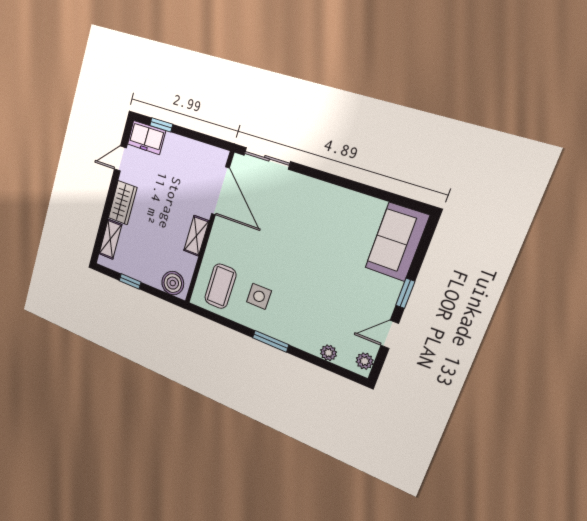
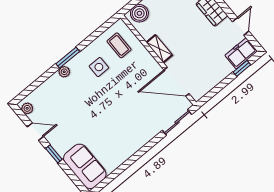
coffee table: (220, 286) -> (119, 45), width x0.73, depth x0.77
door: (390, 334) -> (35, 132), hinge flipped
plant: (328, 353) -> (64, 72), moved

